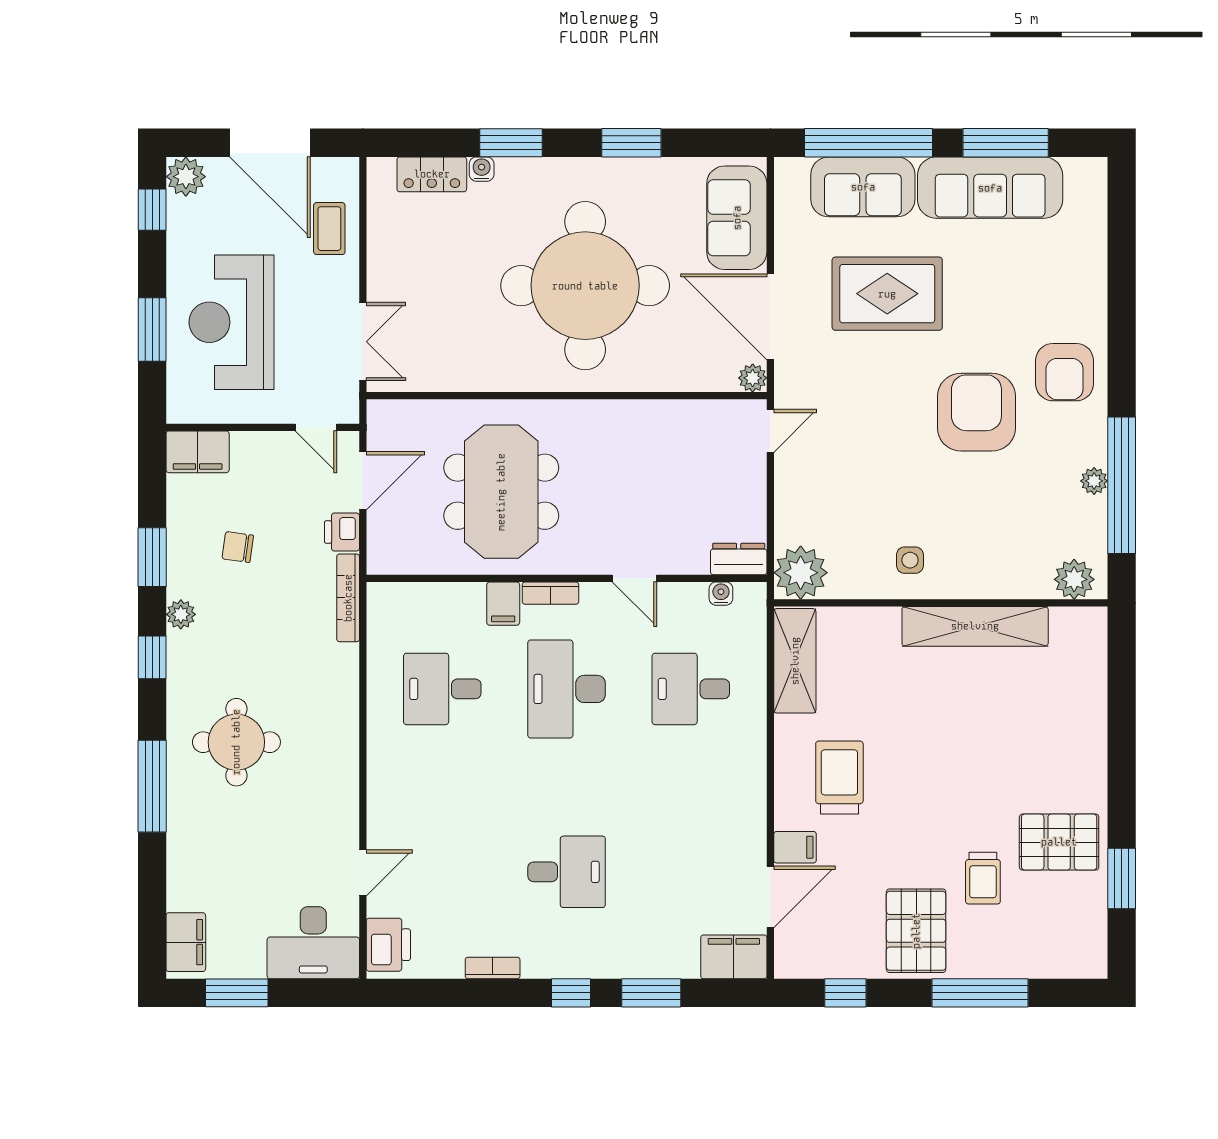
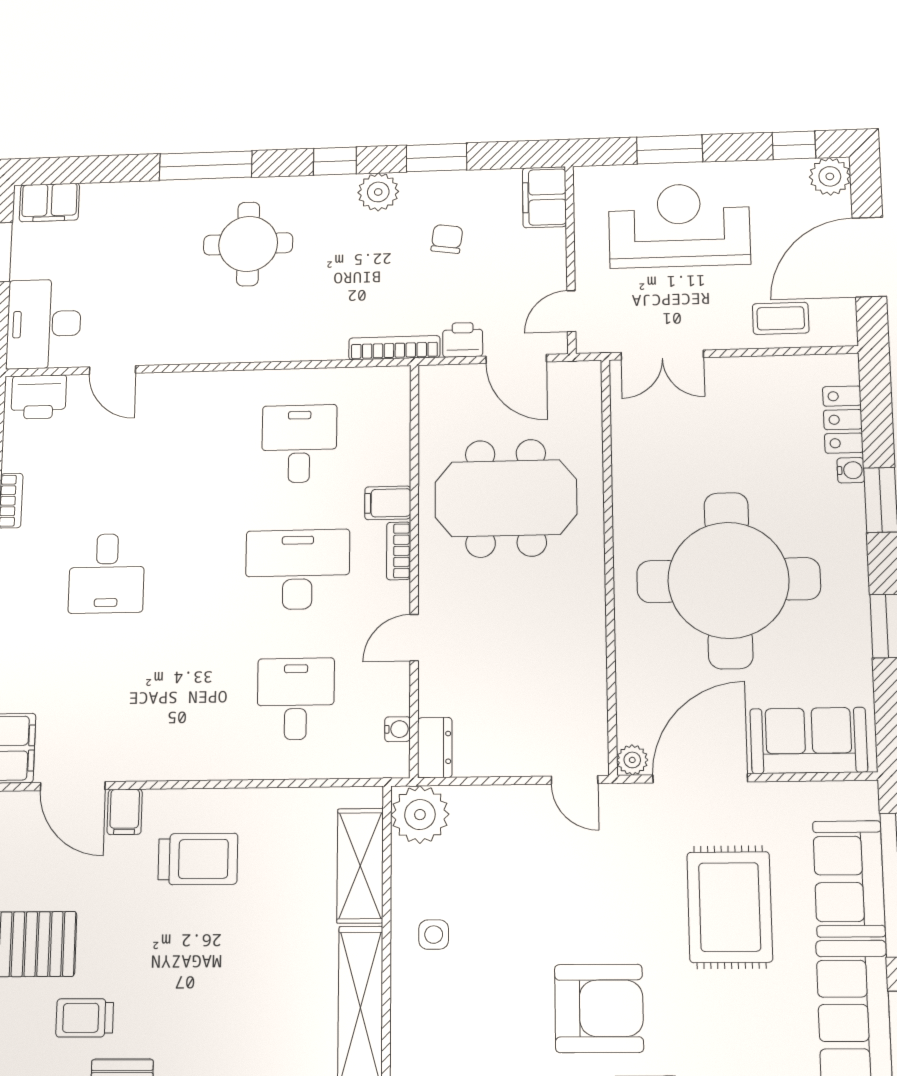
plant: (181, 614) -> (378, 192), width x1.38, depth x1.38
shelving: (795, 661) -> (360, 866), moved, turned 90

